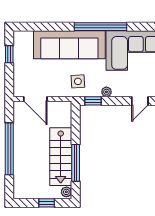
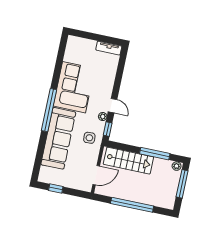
door: (140, 101) -> (113, 106), moved
stairs: (61, 157) -> (128, 161), moved
window: (47, 203) -> (182, 184), width x2.17

